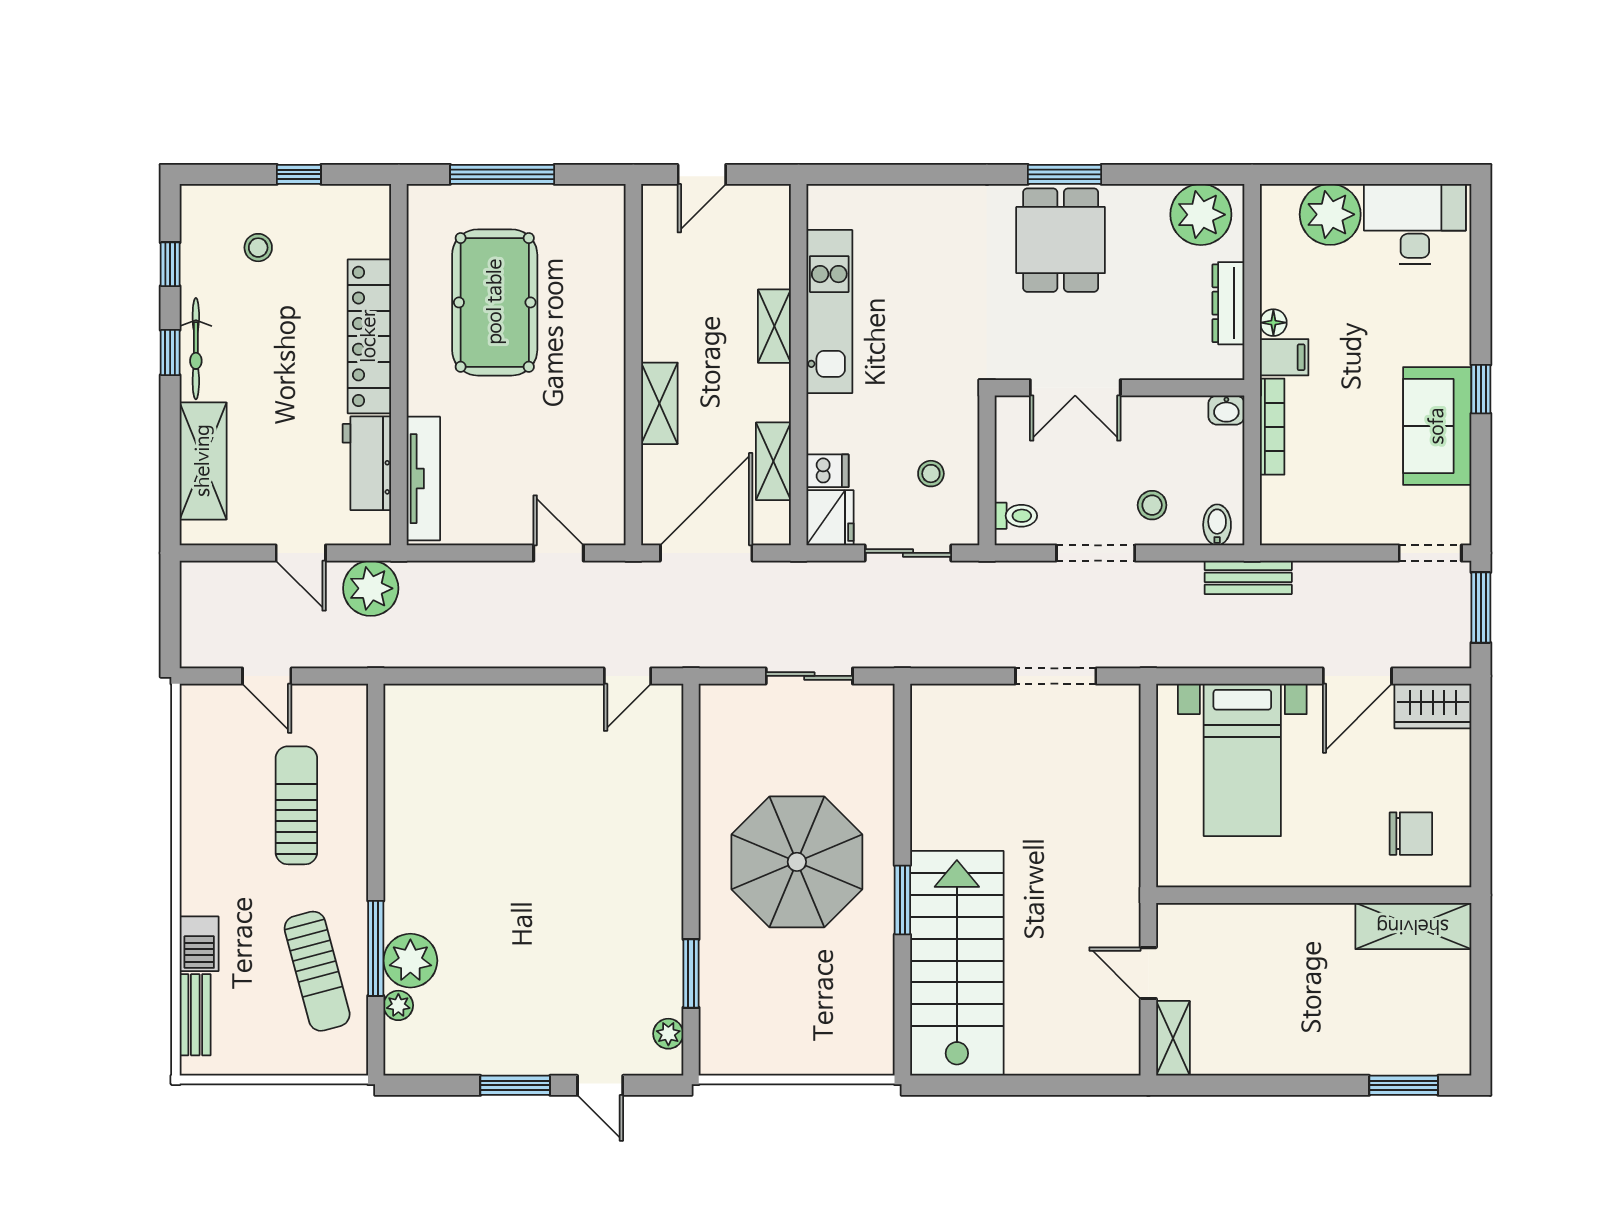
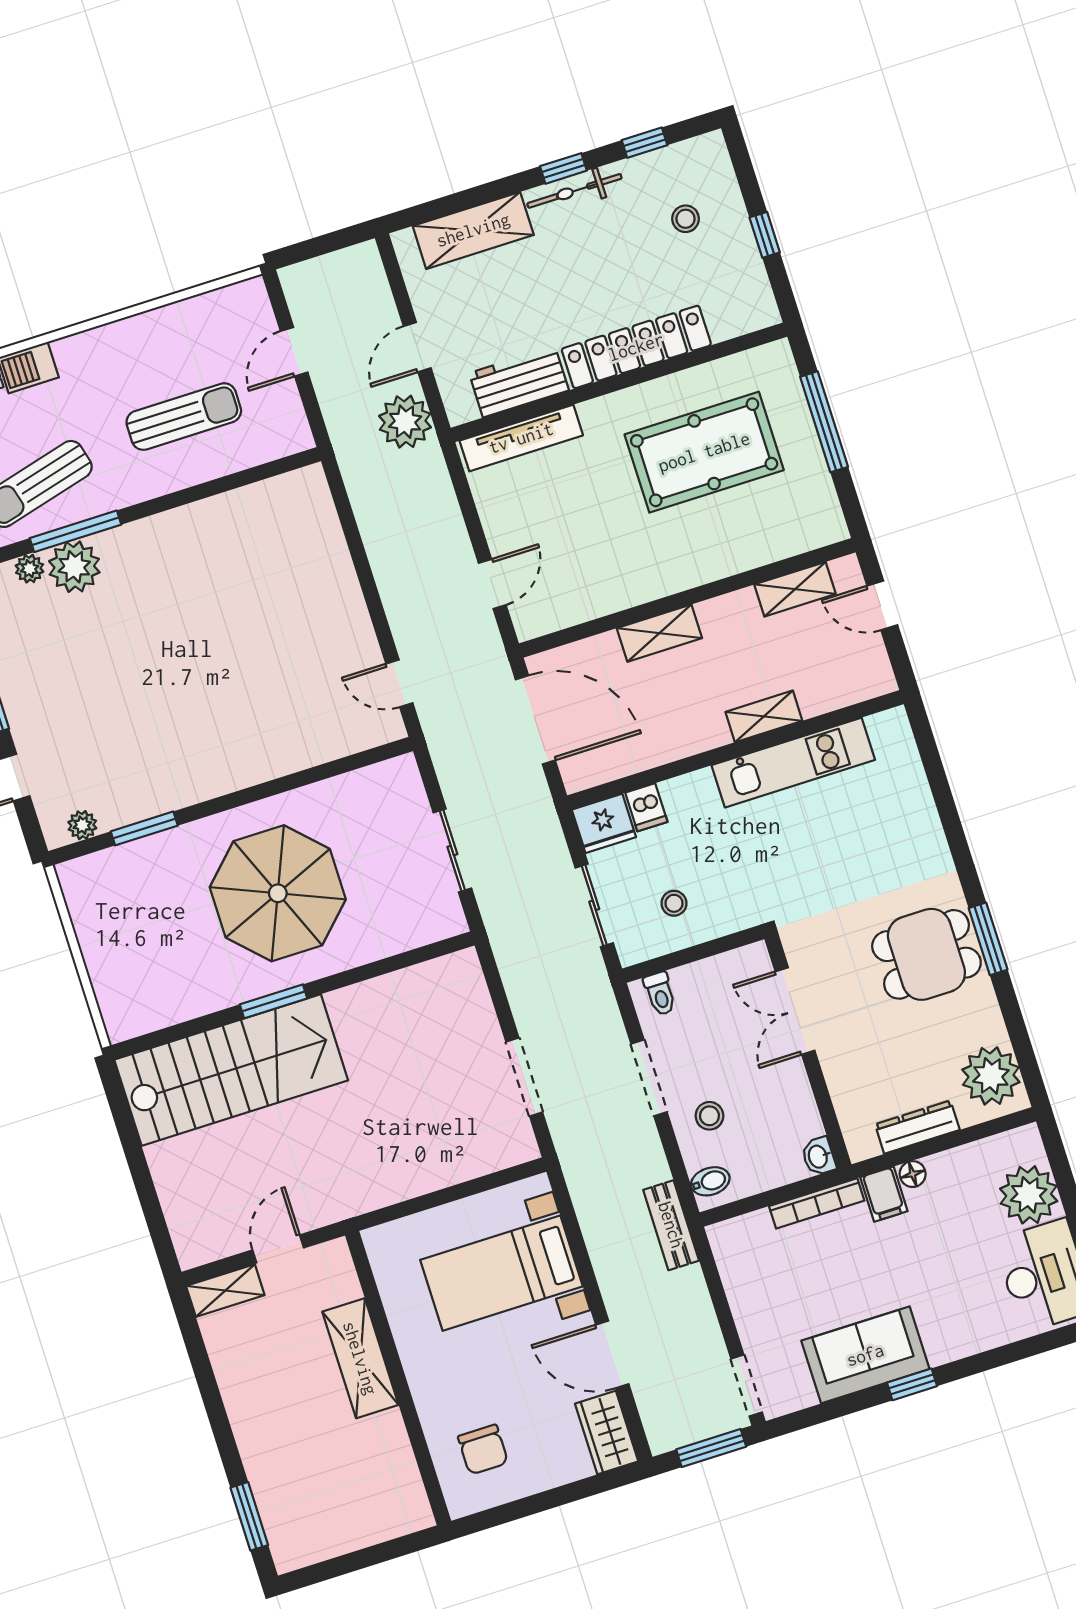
shelving: (773, 461) -> (795, 589), moved
shelving: (1413, 926) -> (360, 1358), moved

